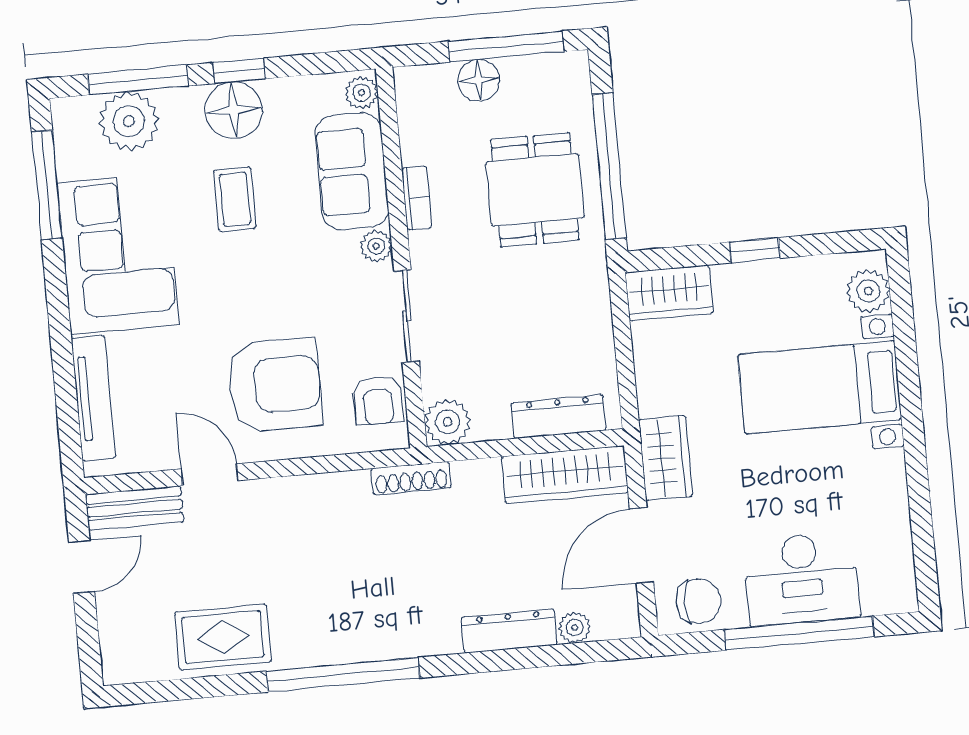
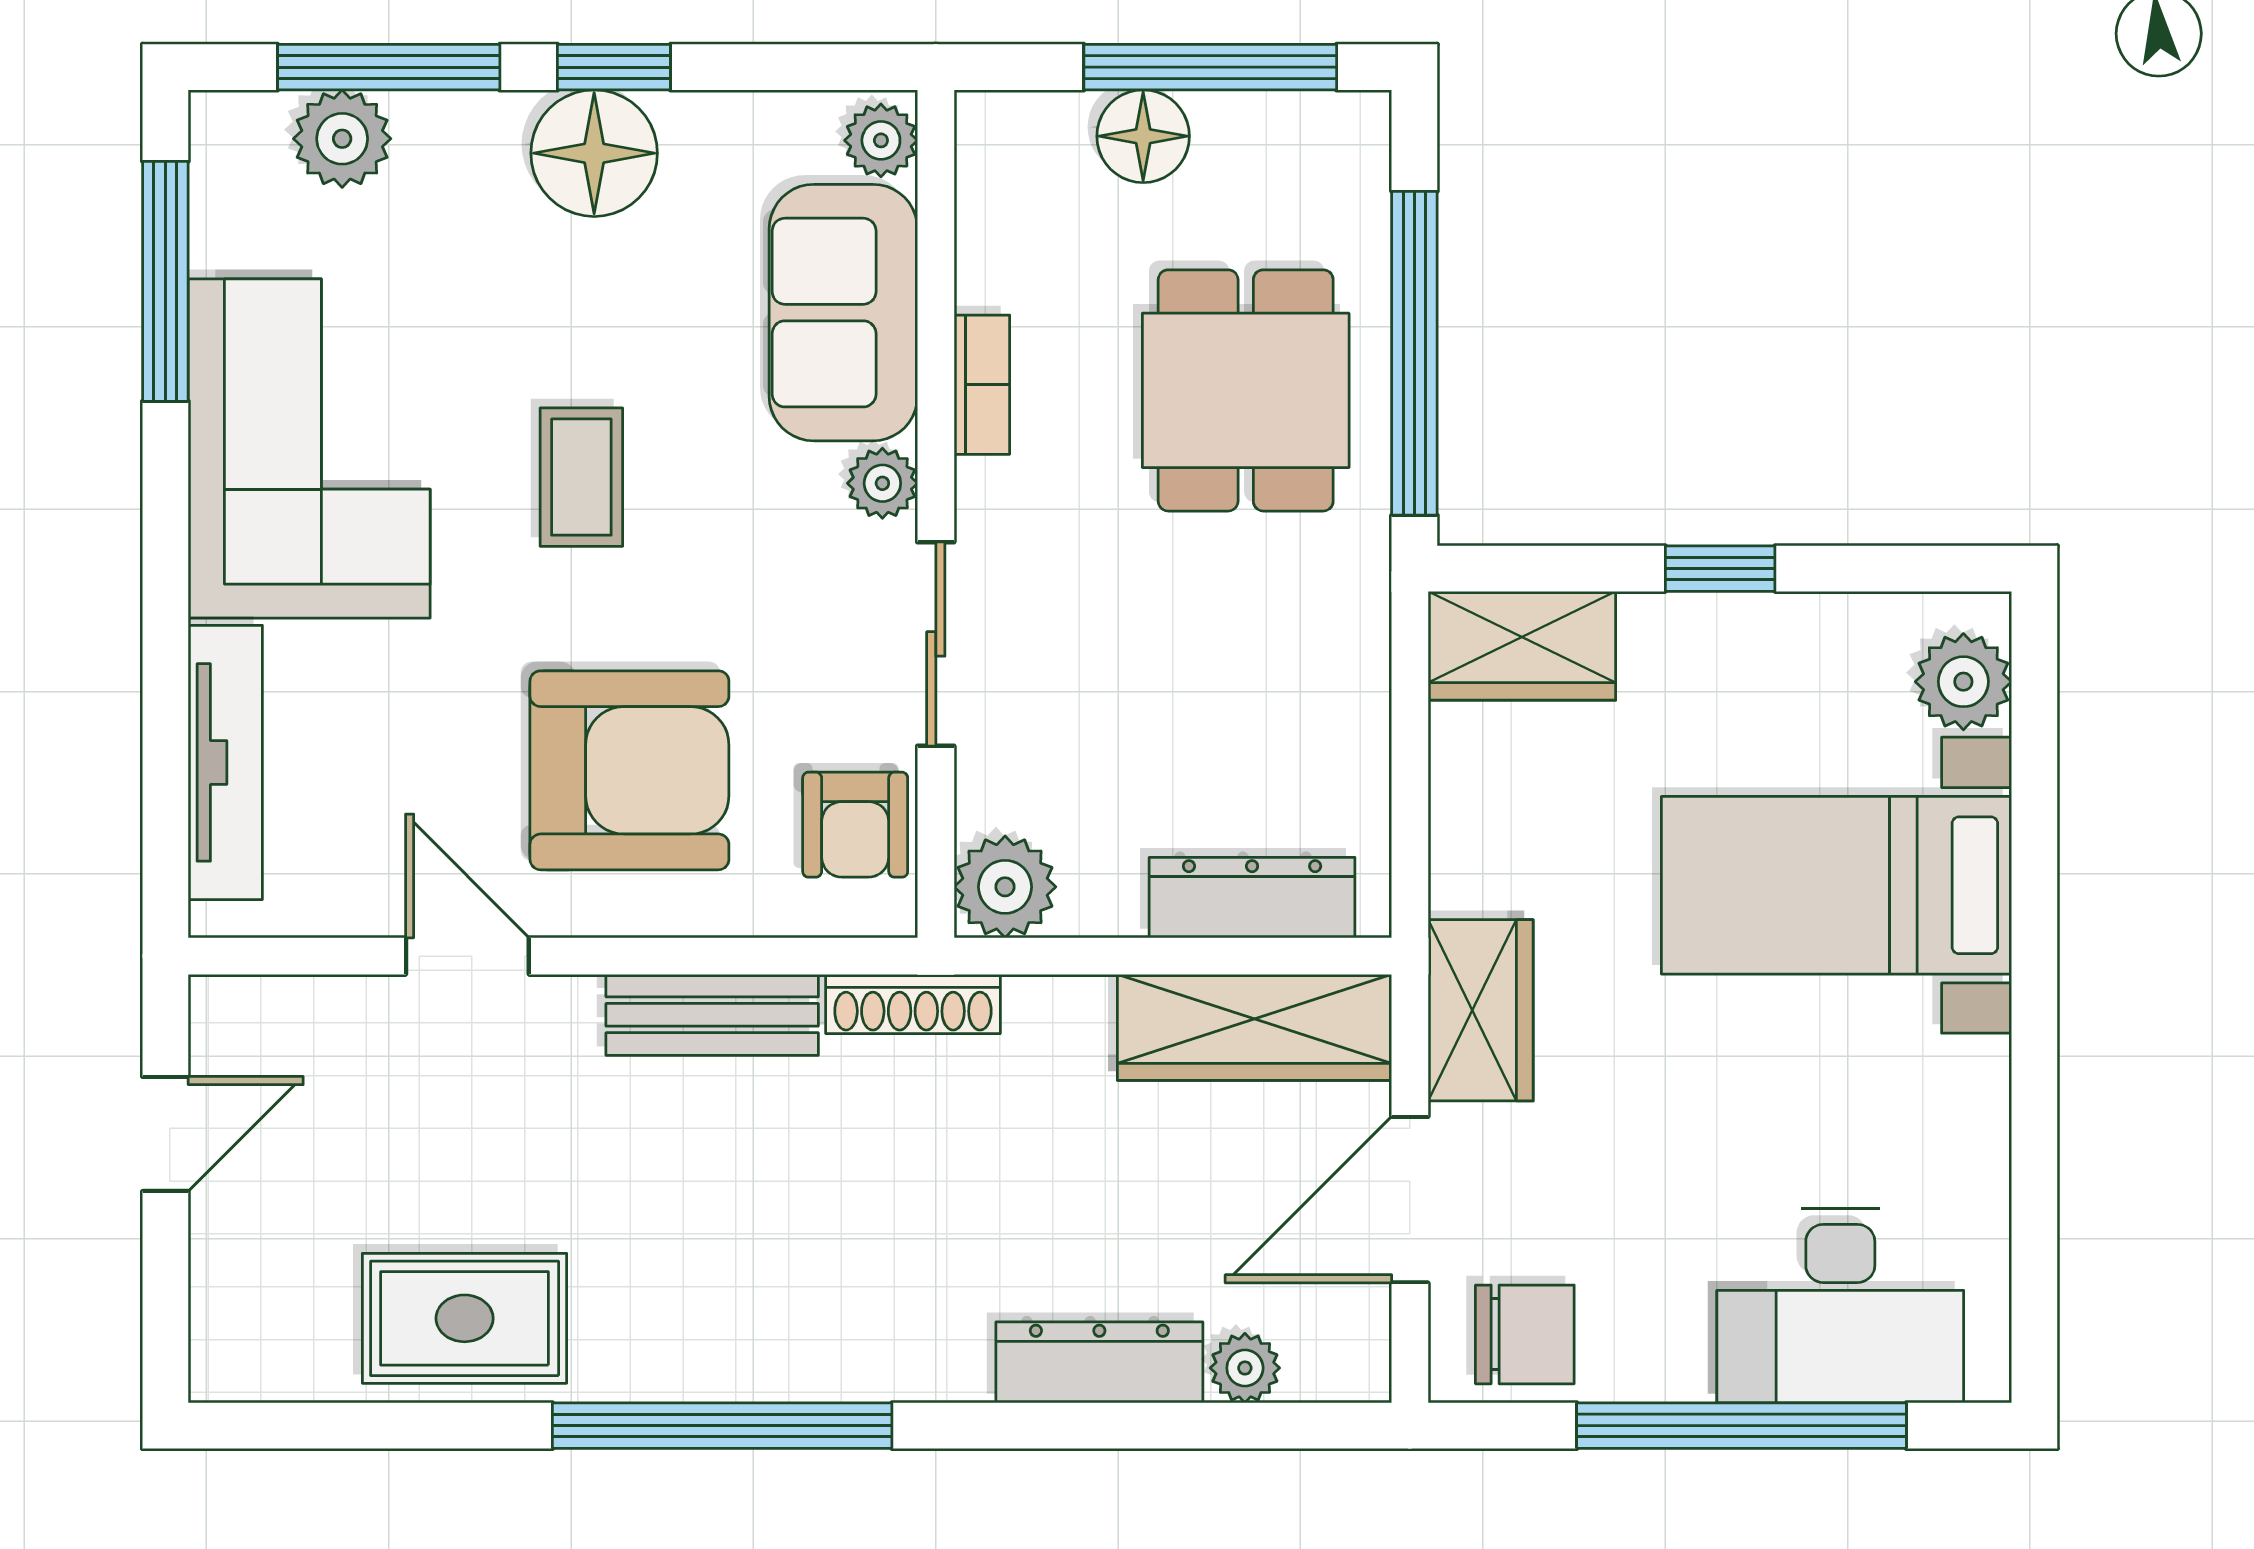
plant: (129, 121) -> (342, 139), width x0.73, depth x0.73
coffee table: (235, 199) -> (581, 477), moved
bench: (135, 508) -> (712, 1015), moved
desk: (801, 579) -> (1840, 1306), moved

